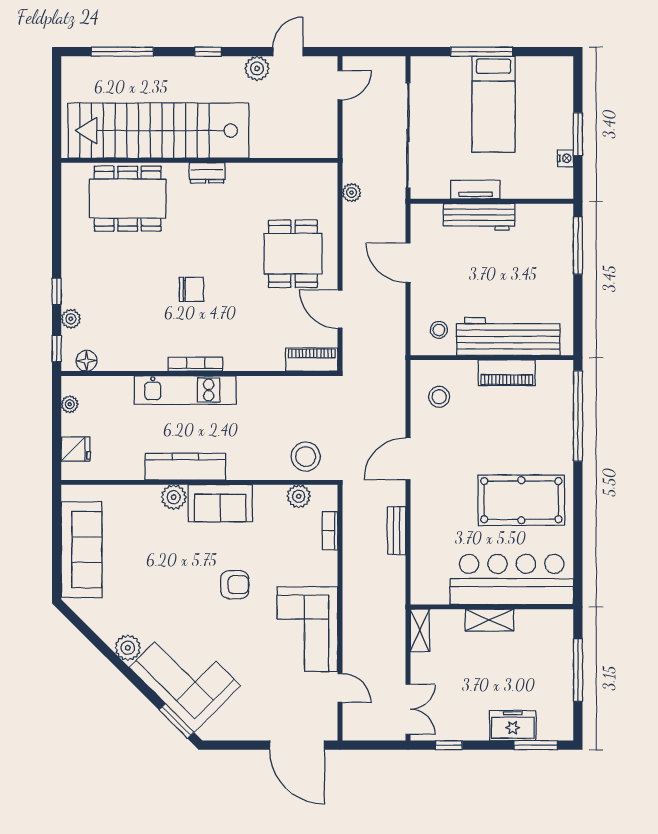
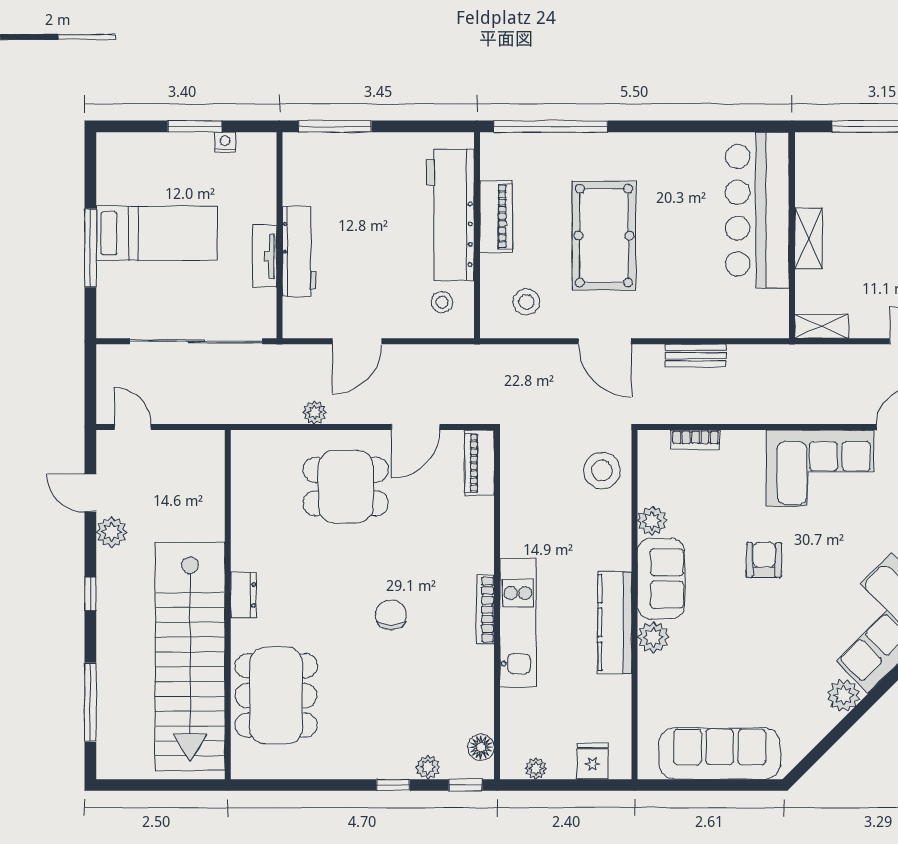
plant: (352, 193) -> (315, 413), moved
plant: (299, 496) -> (652, 521), moved
pool table: (521, 500) -> (604, 236), moved

